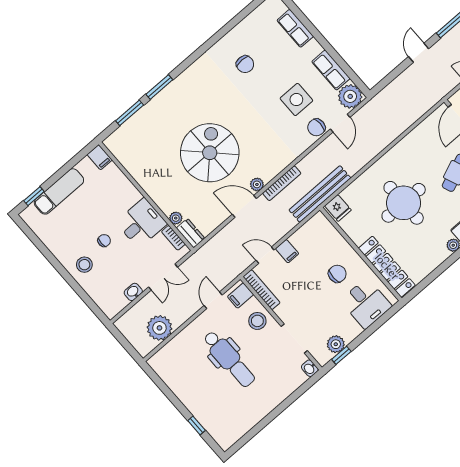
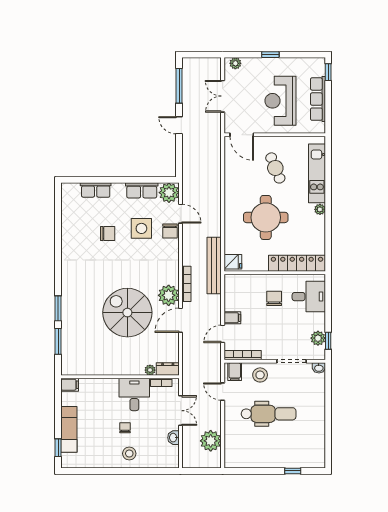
chair: (245, 64) -> (108, 234), moved
plant: (257, 184) -> (169, 295), width x1.88, depth x1.88

